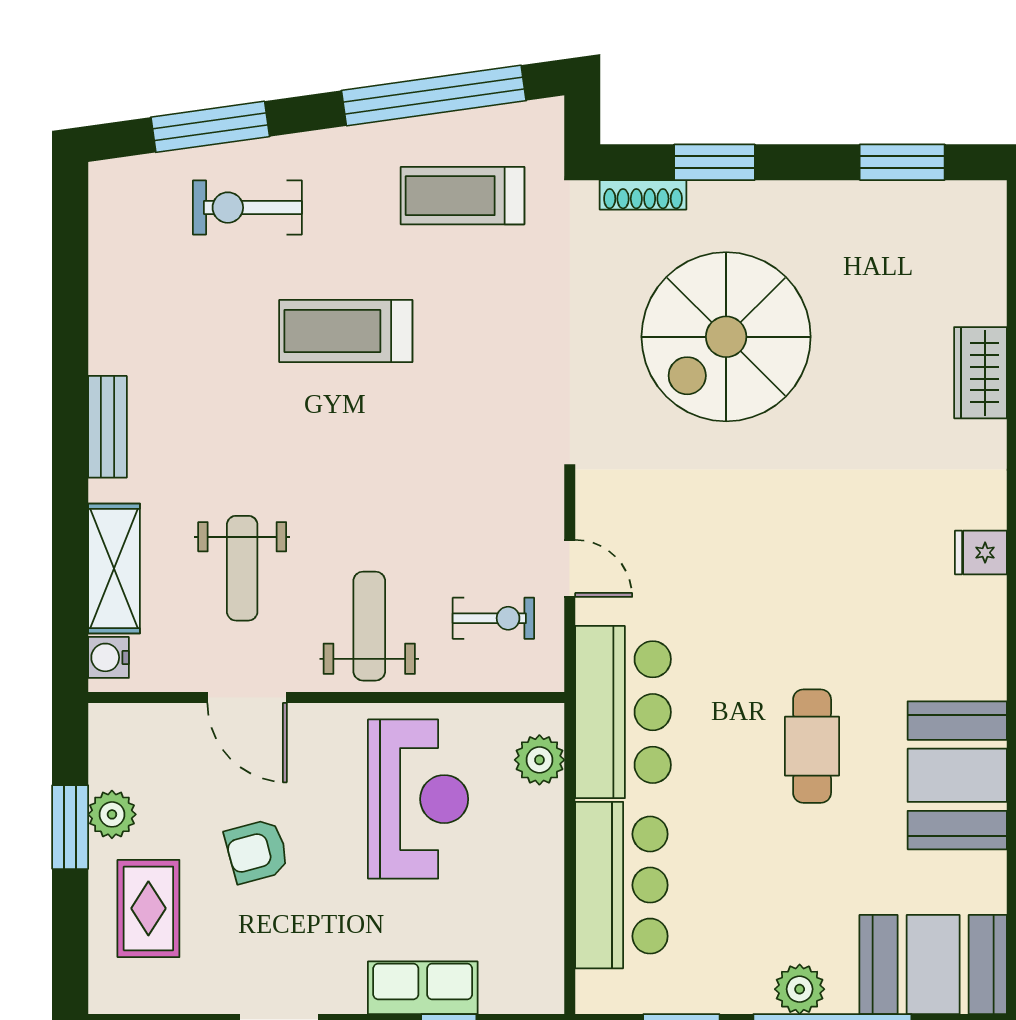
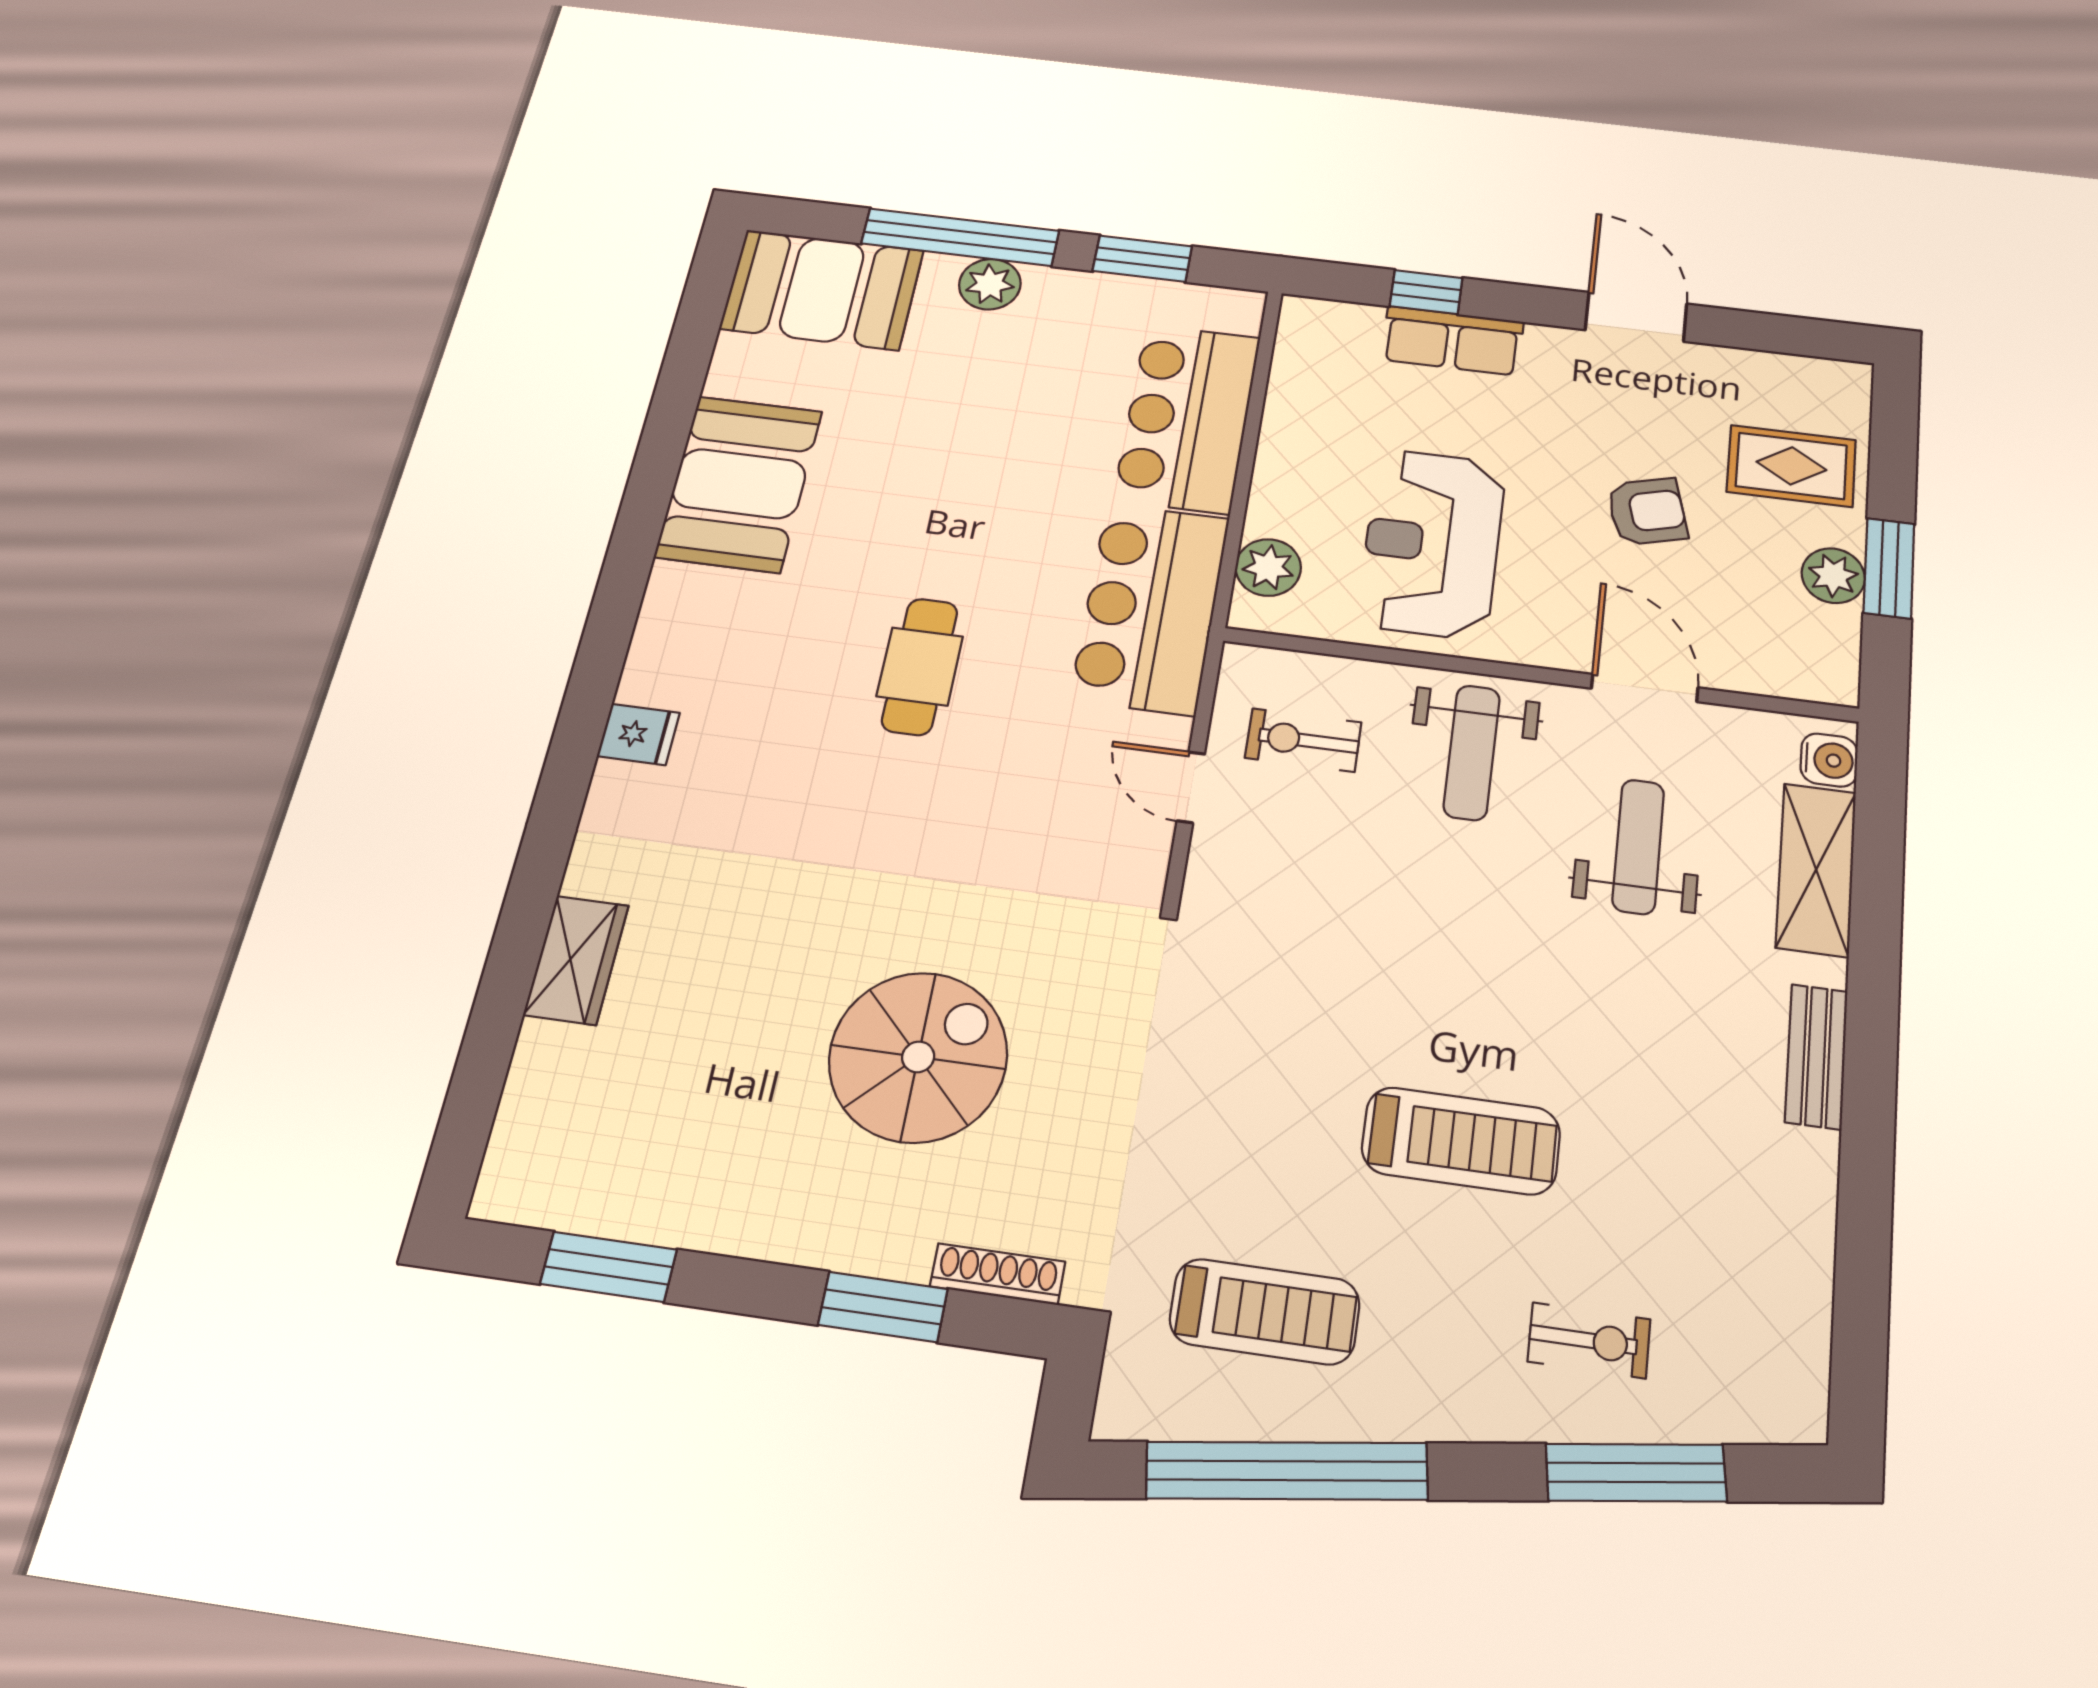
exercise bike: (247, 208) -> (1589, 1340), width x0.73, depth x0.72
spiral stairs: (726, 337) -> (918, 1057), width x0.73, depth x0.73
cafe table: (812, 746) -> (920, 666), moved
rug: (148, 908) -> (1791, 466), turned 90

